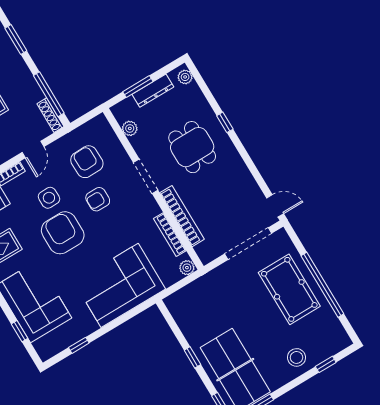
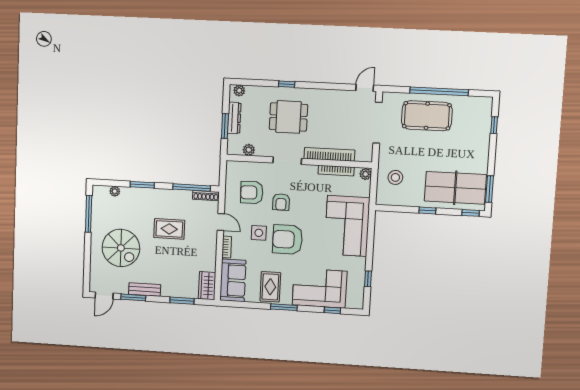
stool: (297, 357) -> (395, 177), moved

